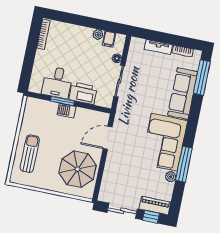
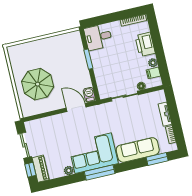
window: (202, 77) -> (157, 159), width x0.69
desk: (57, 83) -> (98, 37), moved
printer: (83, 93) -> (145, 44), moved, turned 180
barbecue: (67, 111) -> (89, 95), moved
sun lounger: (30, 154) -> (36, 53), removed
window: (184, 164) -> (100, 172), moved
parasol: (78, 169) -> (38, 84), moved

